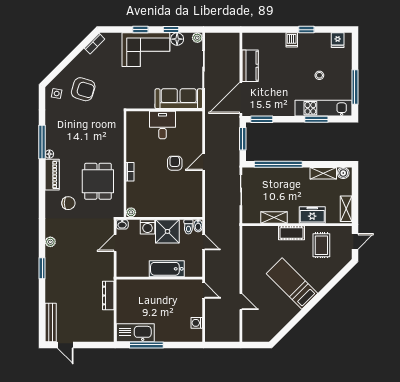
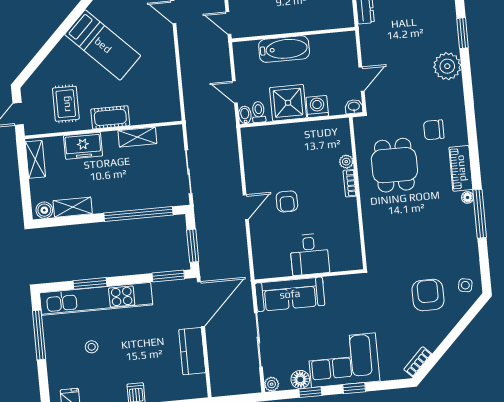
armchair: (83, 89) -> (428, 295), turned 73
kitchen unit: (323, 108) -> (96, 299), width x1.36
plant: (131, 212) -> (346, 162), moved
plant: (50, 242) -> (447, 66), width x1.88, depth x1.88

